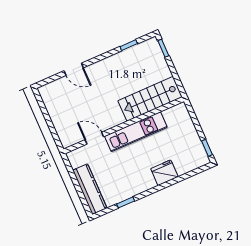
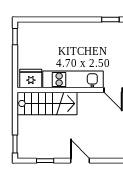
door: (74, 69) -> (80, 161), moved
fridge: (164, 173) -> (31, 79), moved, turned 180

